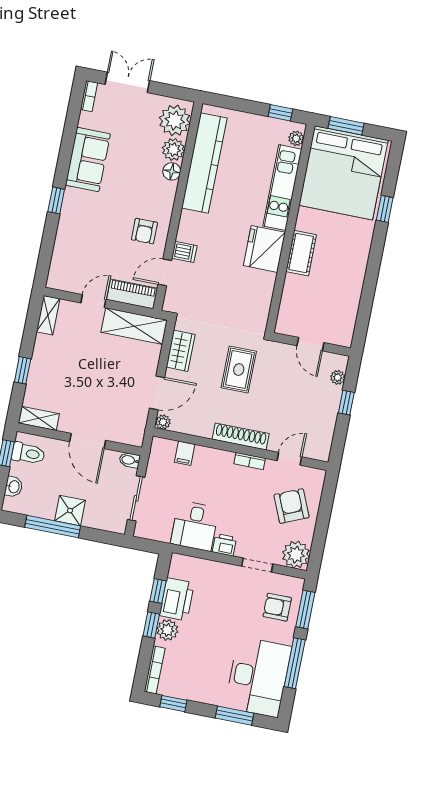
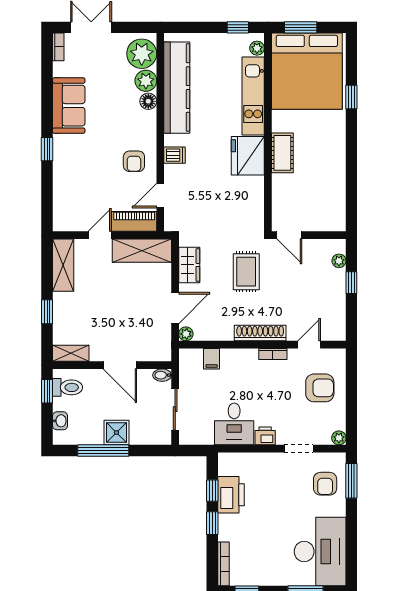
dishwasher: (184, 252) -> (175, 155), moved
shelving: (48, 315) -> (63, 265), width x1.50, depth x1.33
door: (310, 344) -> (289, 235), moved
armchair: (292, 506) -> (320, 388), turned 113
plant: (296, 555) -> (339, 438), width x0.53, depth x0.53
armchair: (277, 607) -> (325, 484), turned -90
plant: (167, 630) -> (228, 525), removed
window: (295, 663) -> (351, 532), removed

